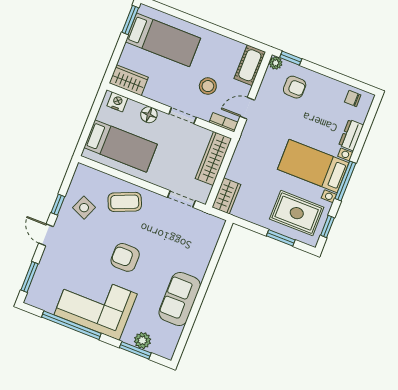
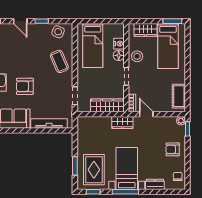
cot: (250, 65) -> (179, 96), moved, turned 90
wardrobe: (129, 80) -> (146, 30), moved, turned 90
stool: (208, 86) -> (137, 56), moved
armchair: (295, 87) -> (173, 149), moved, turned 90
nightstand: (117, 102) -> (119, 44), moved
wardrobe: (226, 196) -> (122, 122), moved
side table: (84, 208) -> (58, 32), moved
door: (46, 235) -> (20, 21), swing flipped
tv unit: (206, 251) -> (49, 123), added
armchair: (125, 257) -> (25, 86), moved, turned -90

